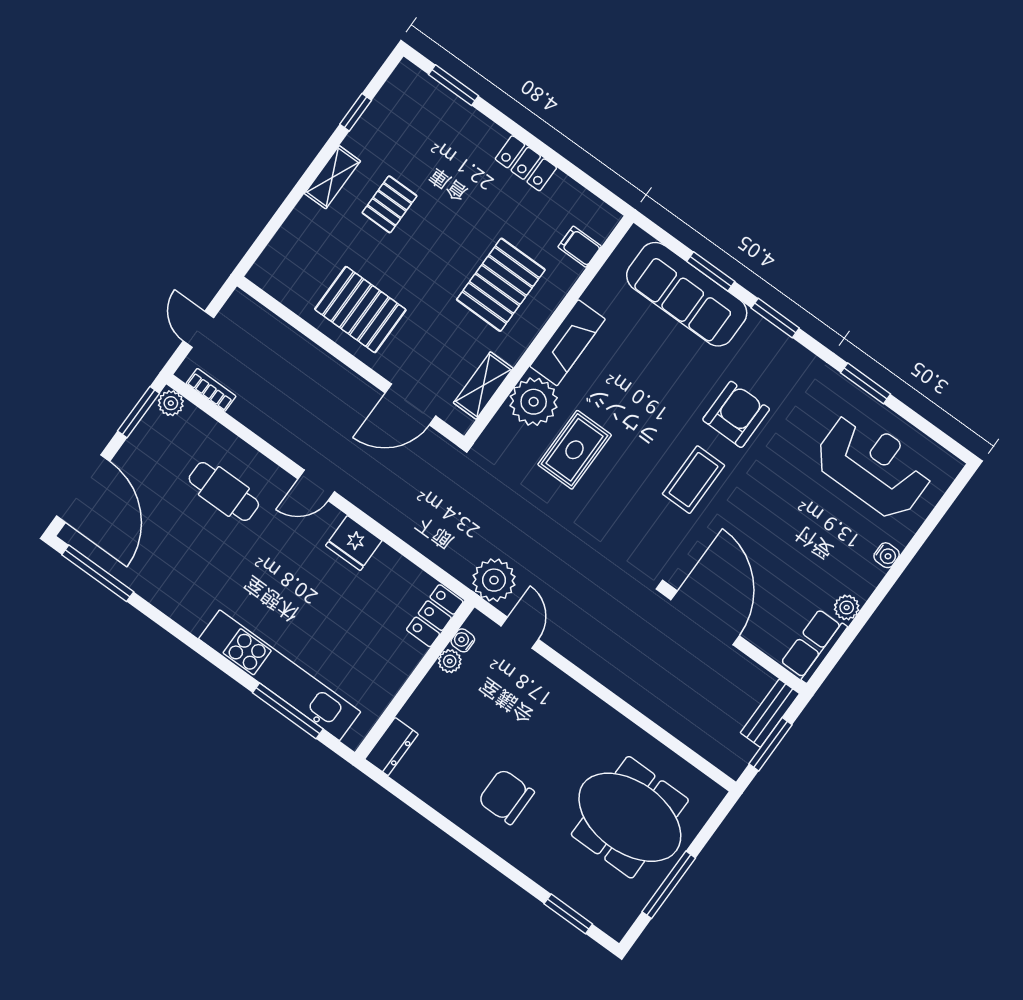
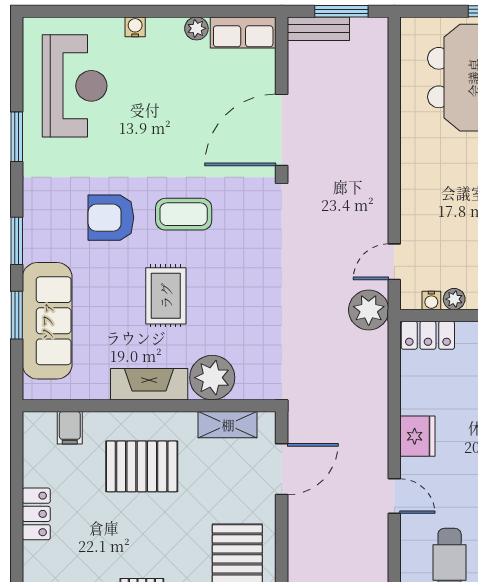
door: (410, 404) -> (282, 469), hinge flipped
rug: (575, 450) -> (166, 296), moved, turned 90
reception desk: (873, 466) -> (75, 86), turned 180

